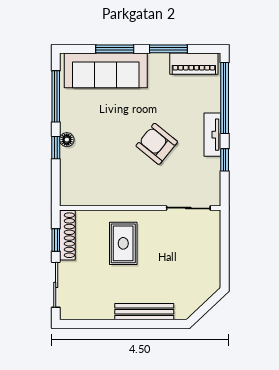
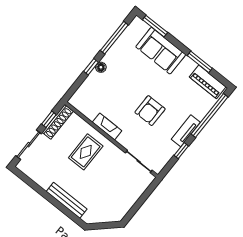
window: (115, 49) -> (155, 26), moved
sofa: (106, 70) -> (161, 51), width x0.73
armchair: (157, 144) -> (150, 111), turned -129
fireplace: (124, 198) -> (107, 126), added

